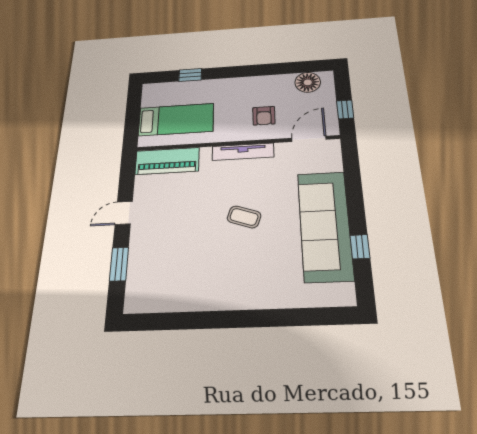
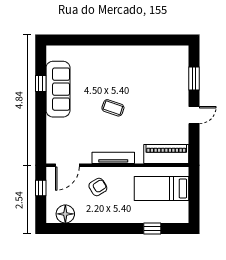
armchair: (264, 116) -> (98, 187), turned 59
sofa: (325, 225) -> (58, 89), width x0.74, depth x0.79

